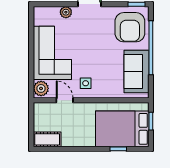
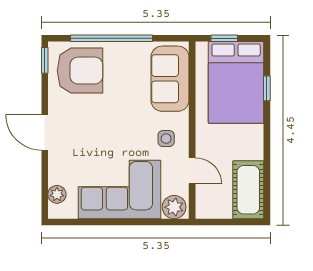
plant: (66, 12) -> (57, 194), moved
sofa: (136, 71) -> (170, 79), moved, turned 90
door: (65, 100) -> (192, 171), swing flipped
cot: (47, 139) -> (248, 190), width x1.37, depth x1.34

